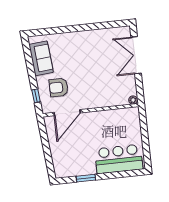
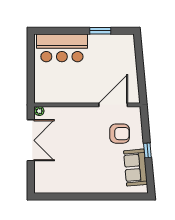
double door: (136, 55) -> (31, 140), moved
window: (36, 96) -> (147, 150), moved

